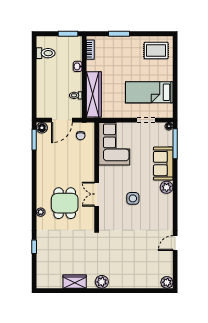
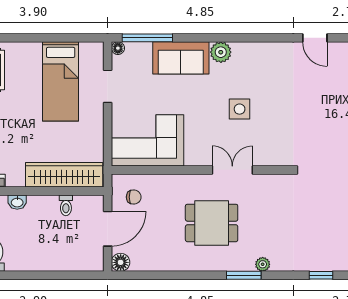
door: (62, 120) -> (108, 229), hinge flipped
window: (34, 140) -> (244, 275), moved
double door: (97, 194) -> (232, 170), swing flipped
dining table: (65, 203) -> (212, 223), moved

